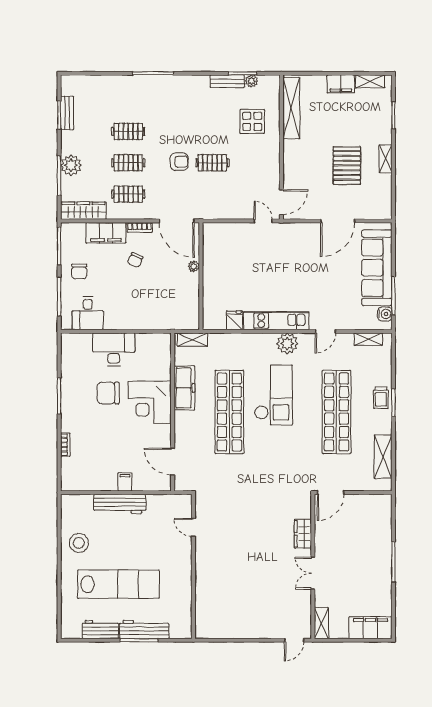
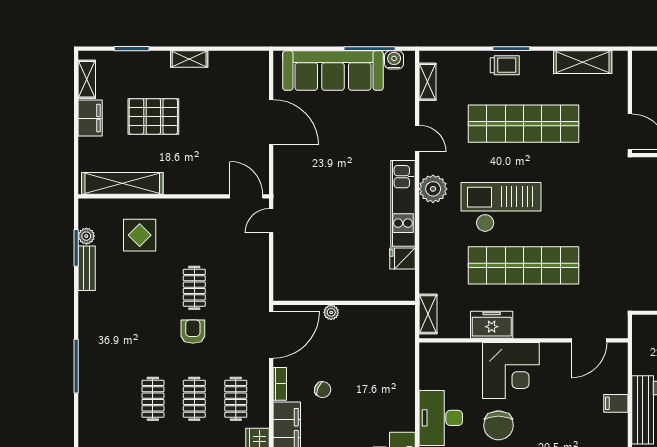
pallet: (347, 165) -> (153, 116), moved
freezer: (184, 388) -> (492, 325), width x0.71

